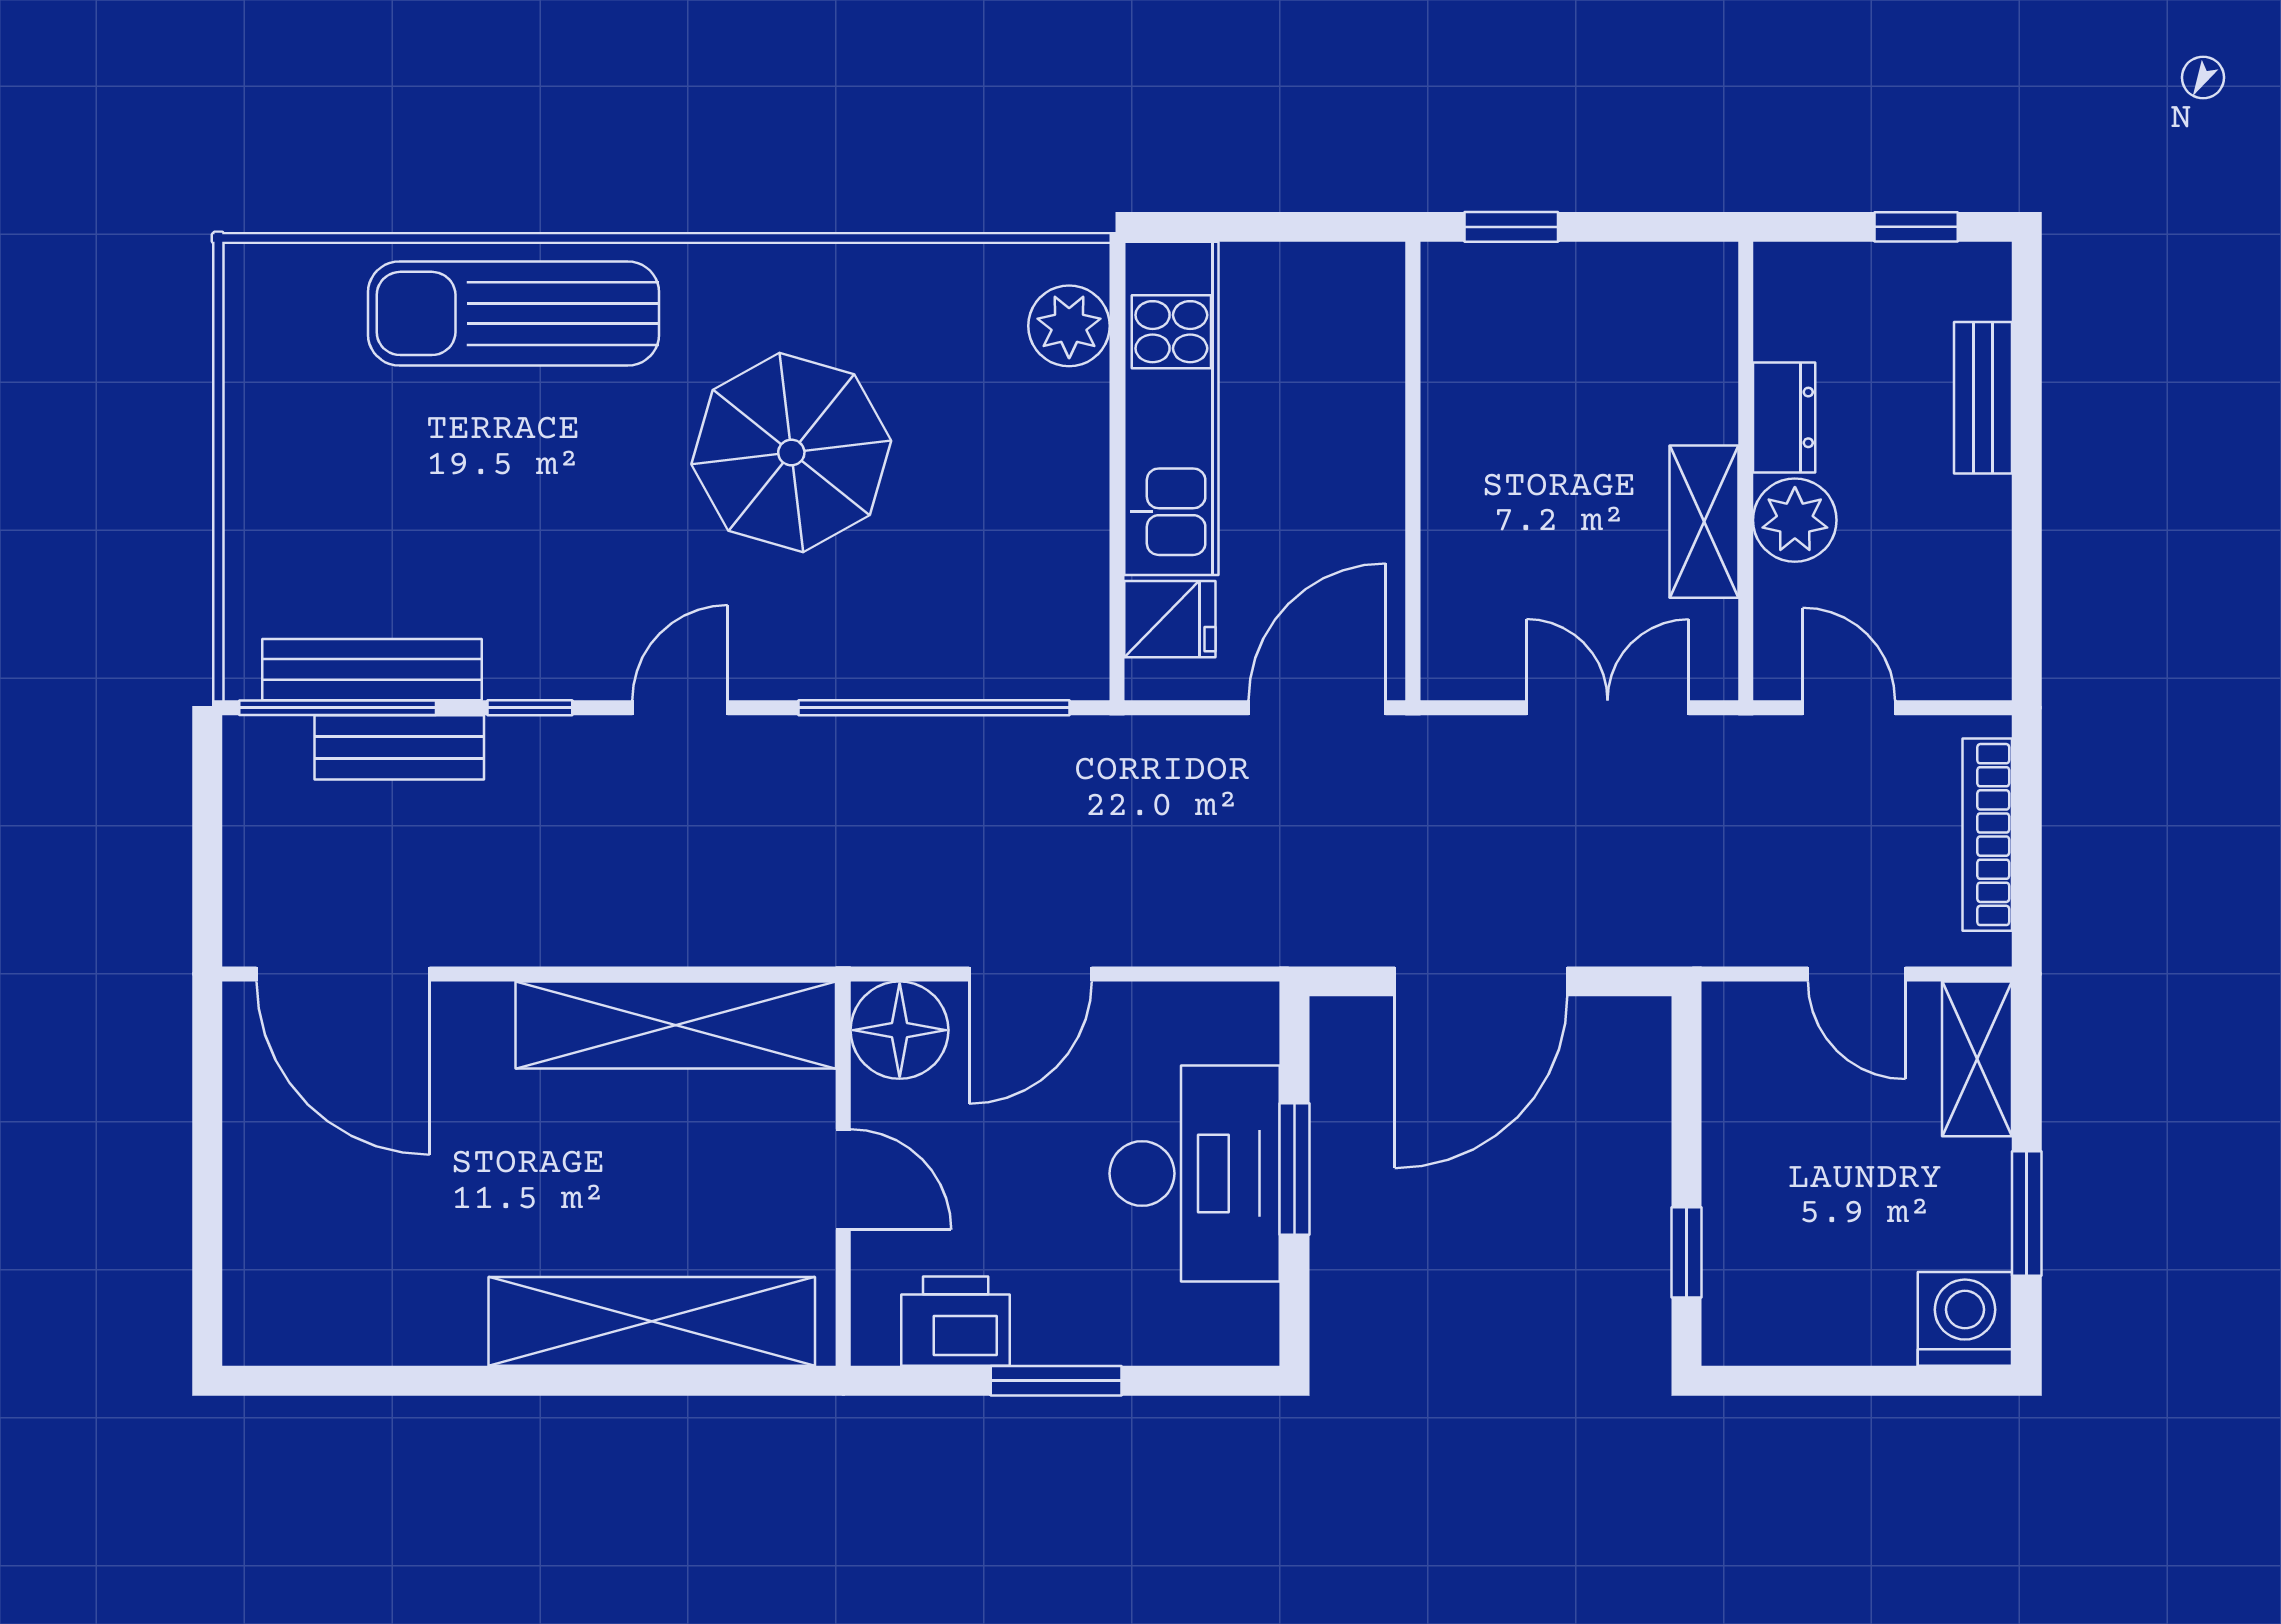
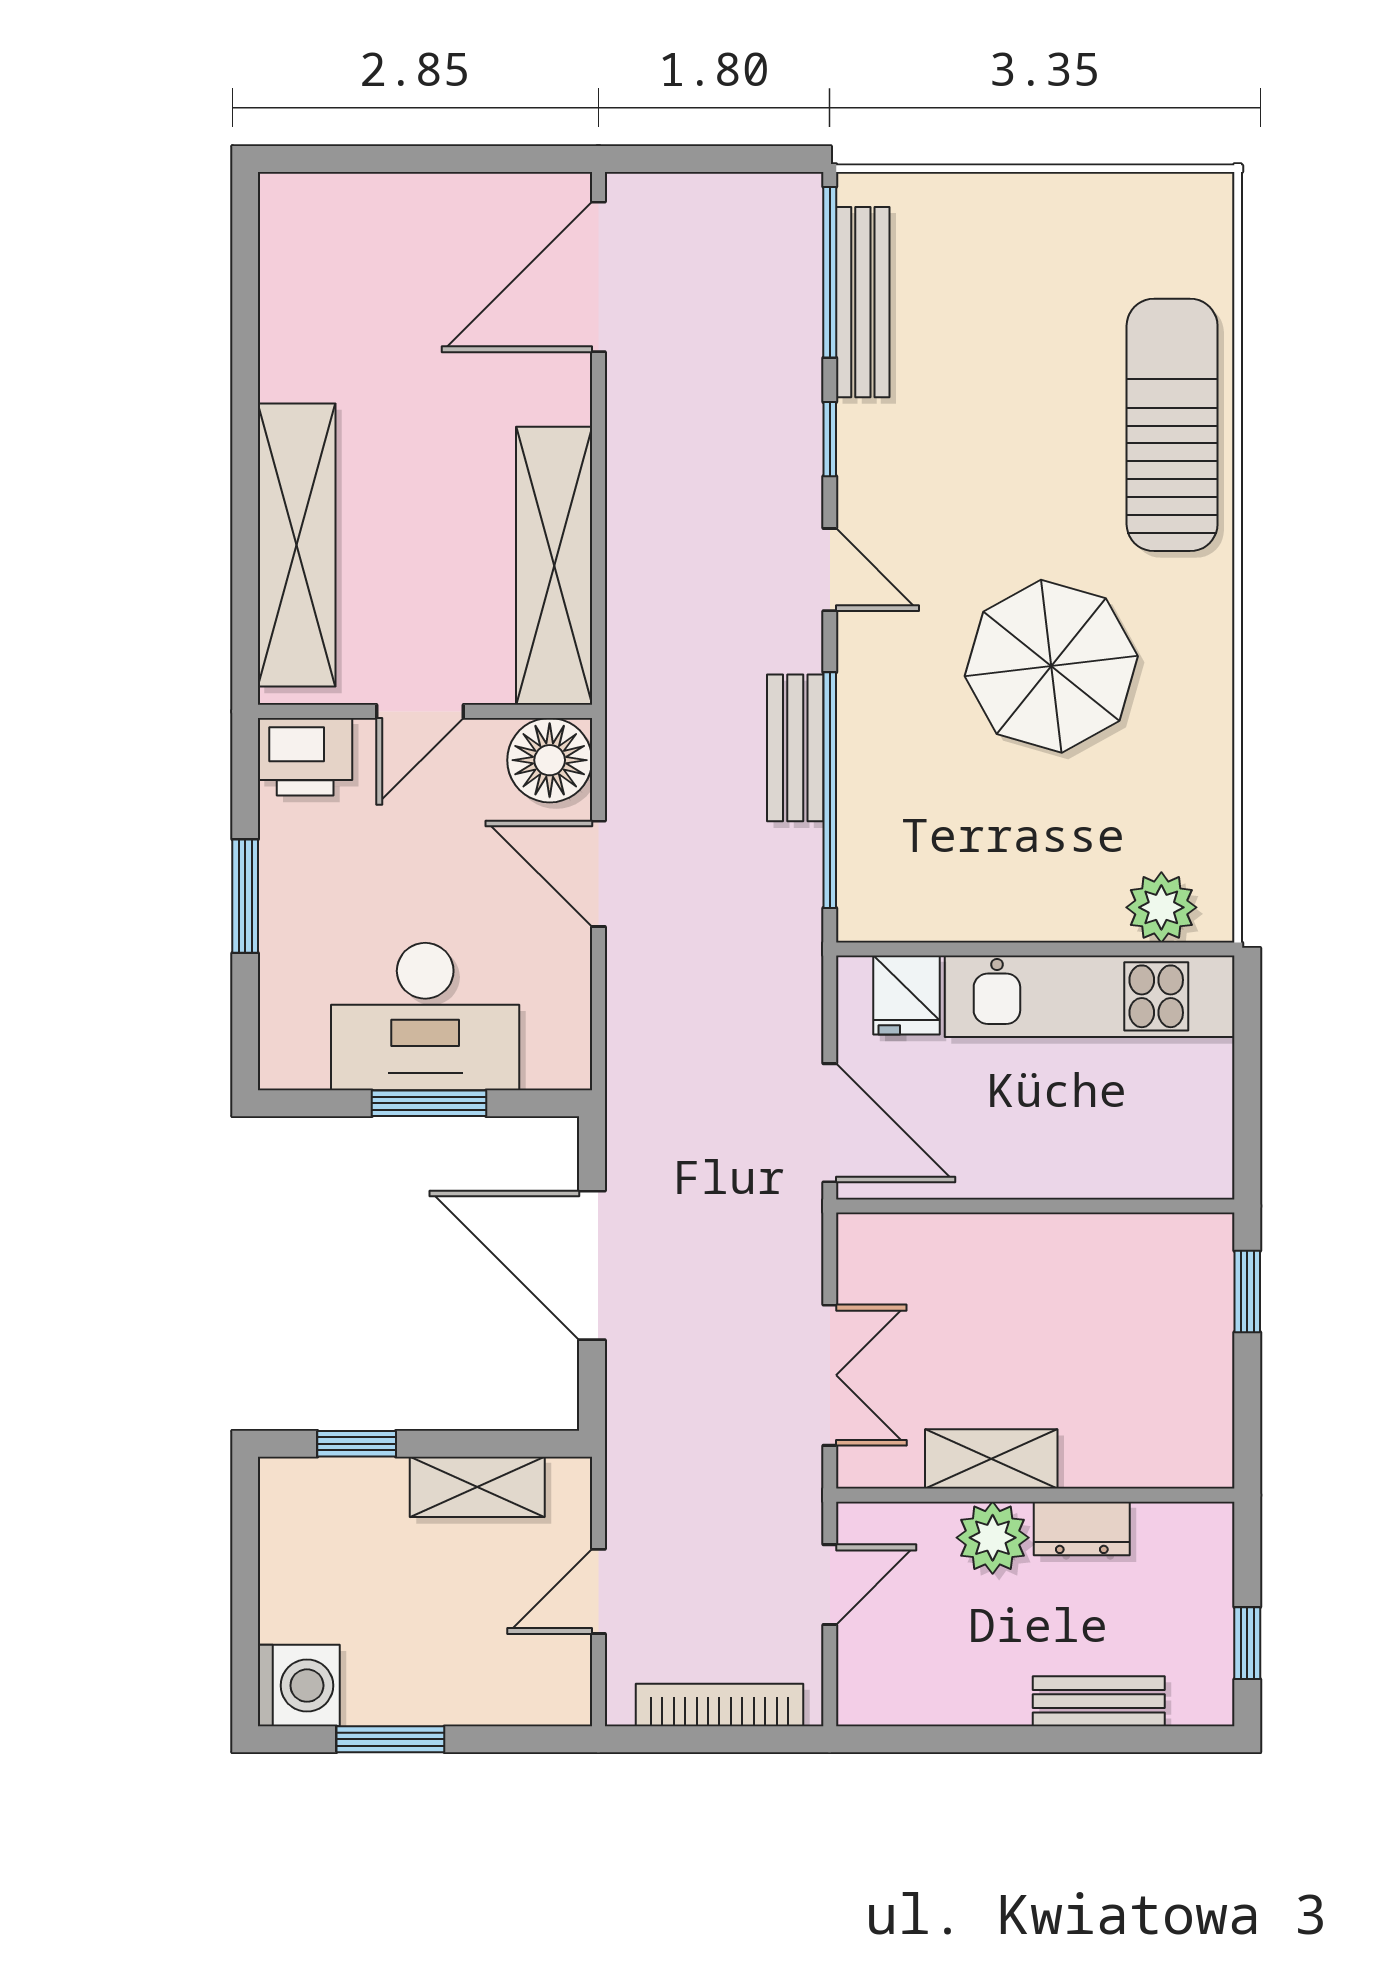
bench: (399, 747) -> (795, 748), moved
shelving: (1977, 1059) -> (477, 1487), moved
printer: (956, 1321) -> (305, 757), moved, turned 90

